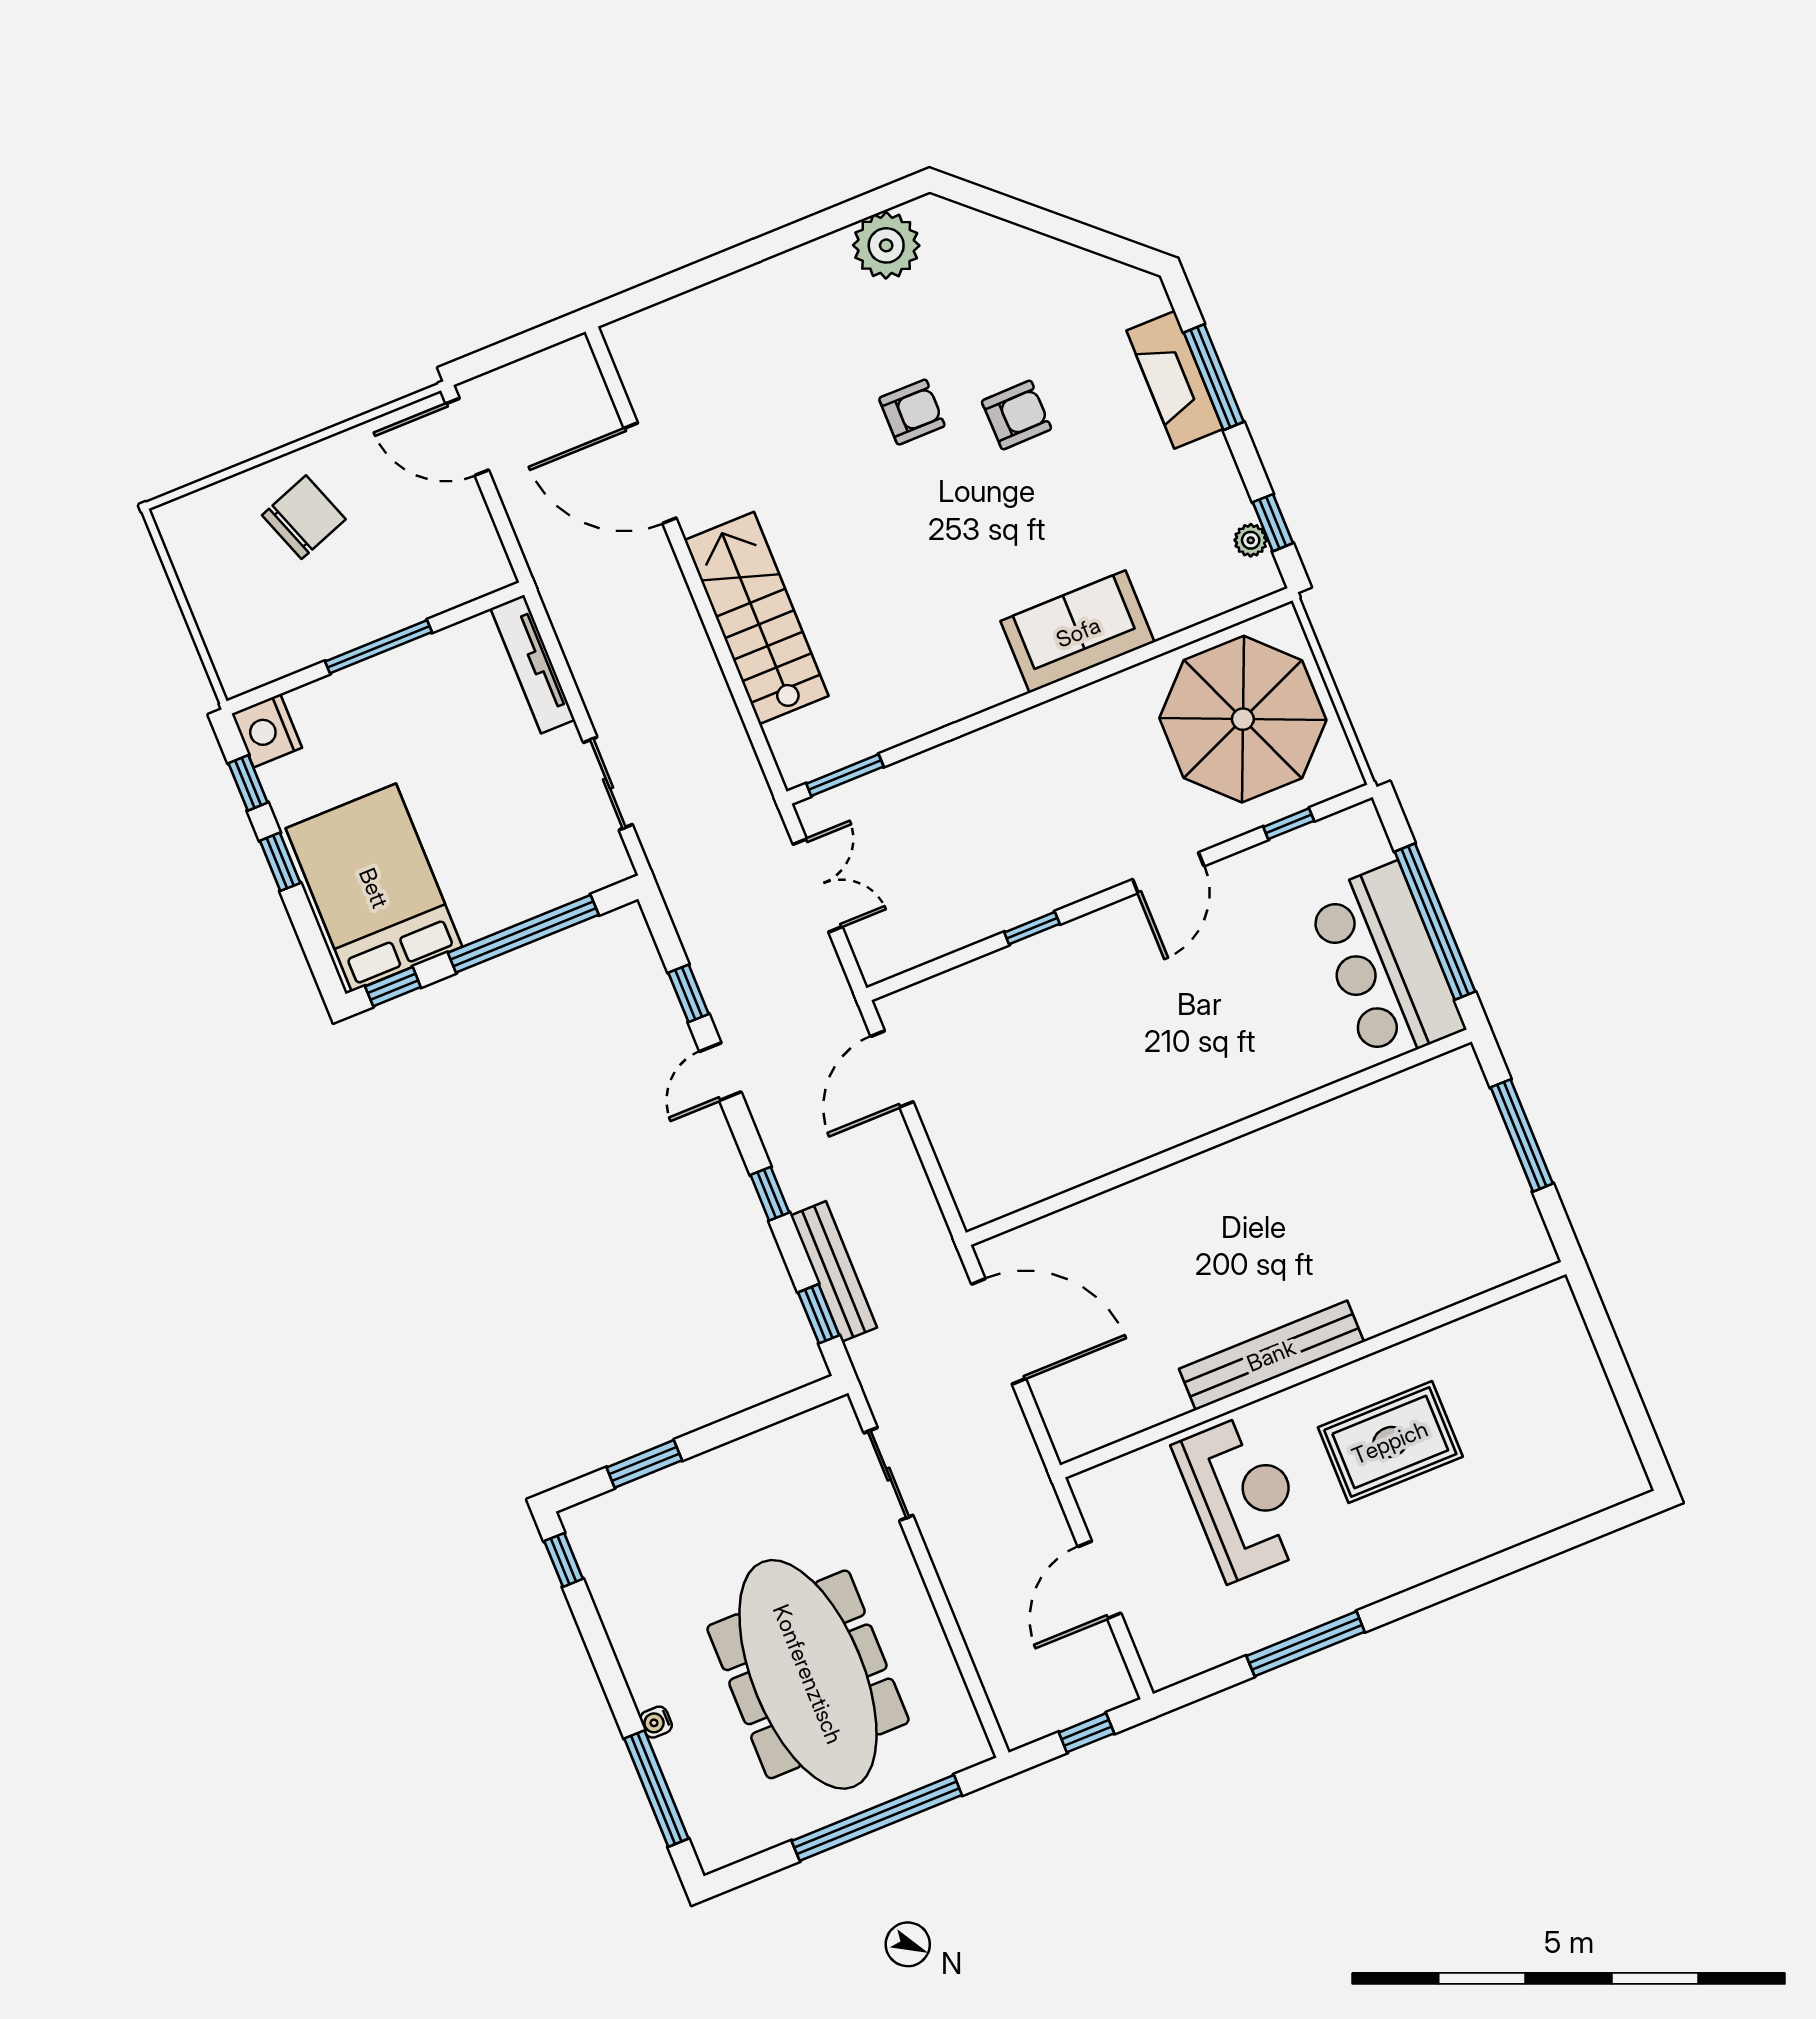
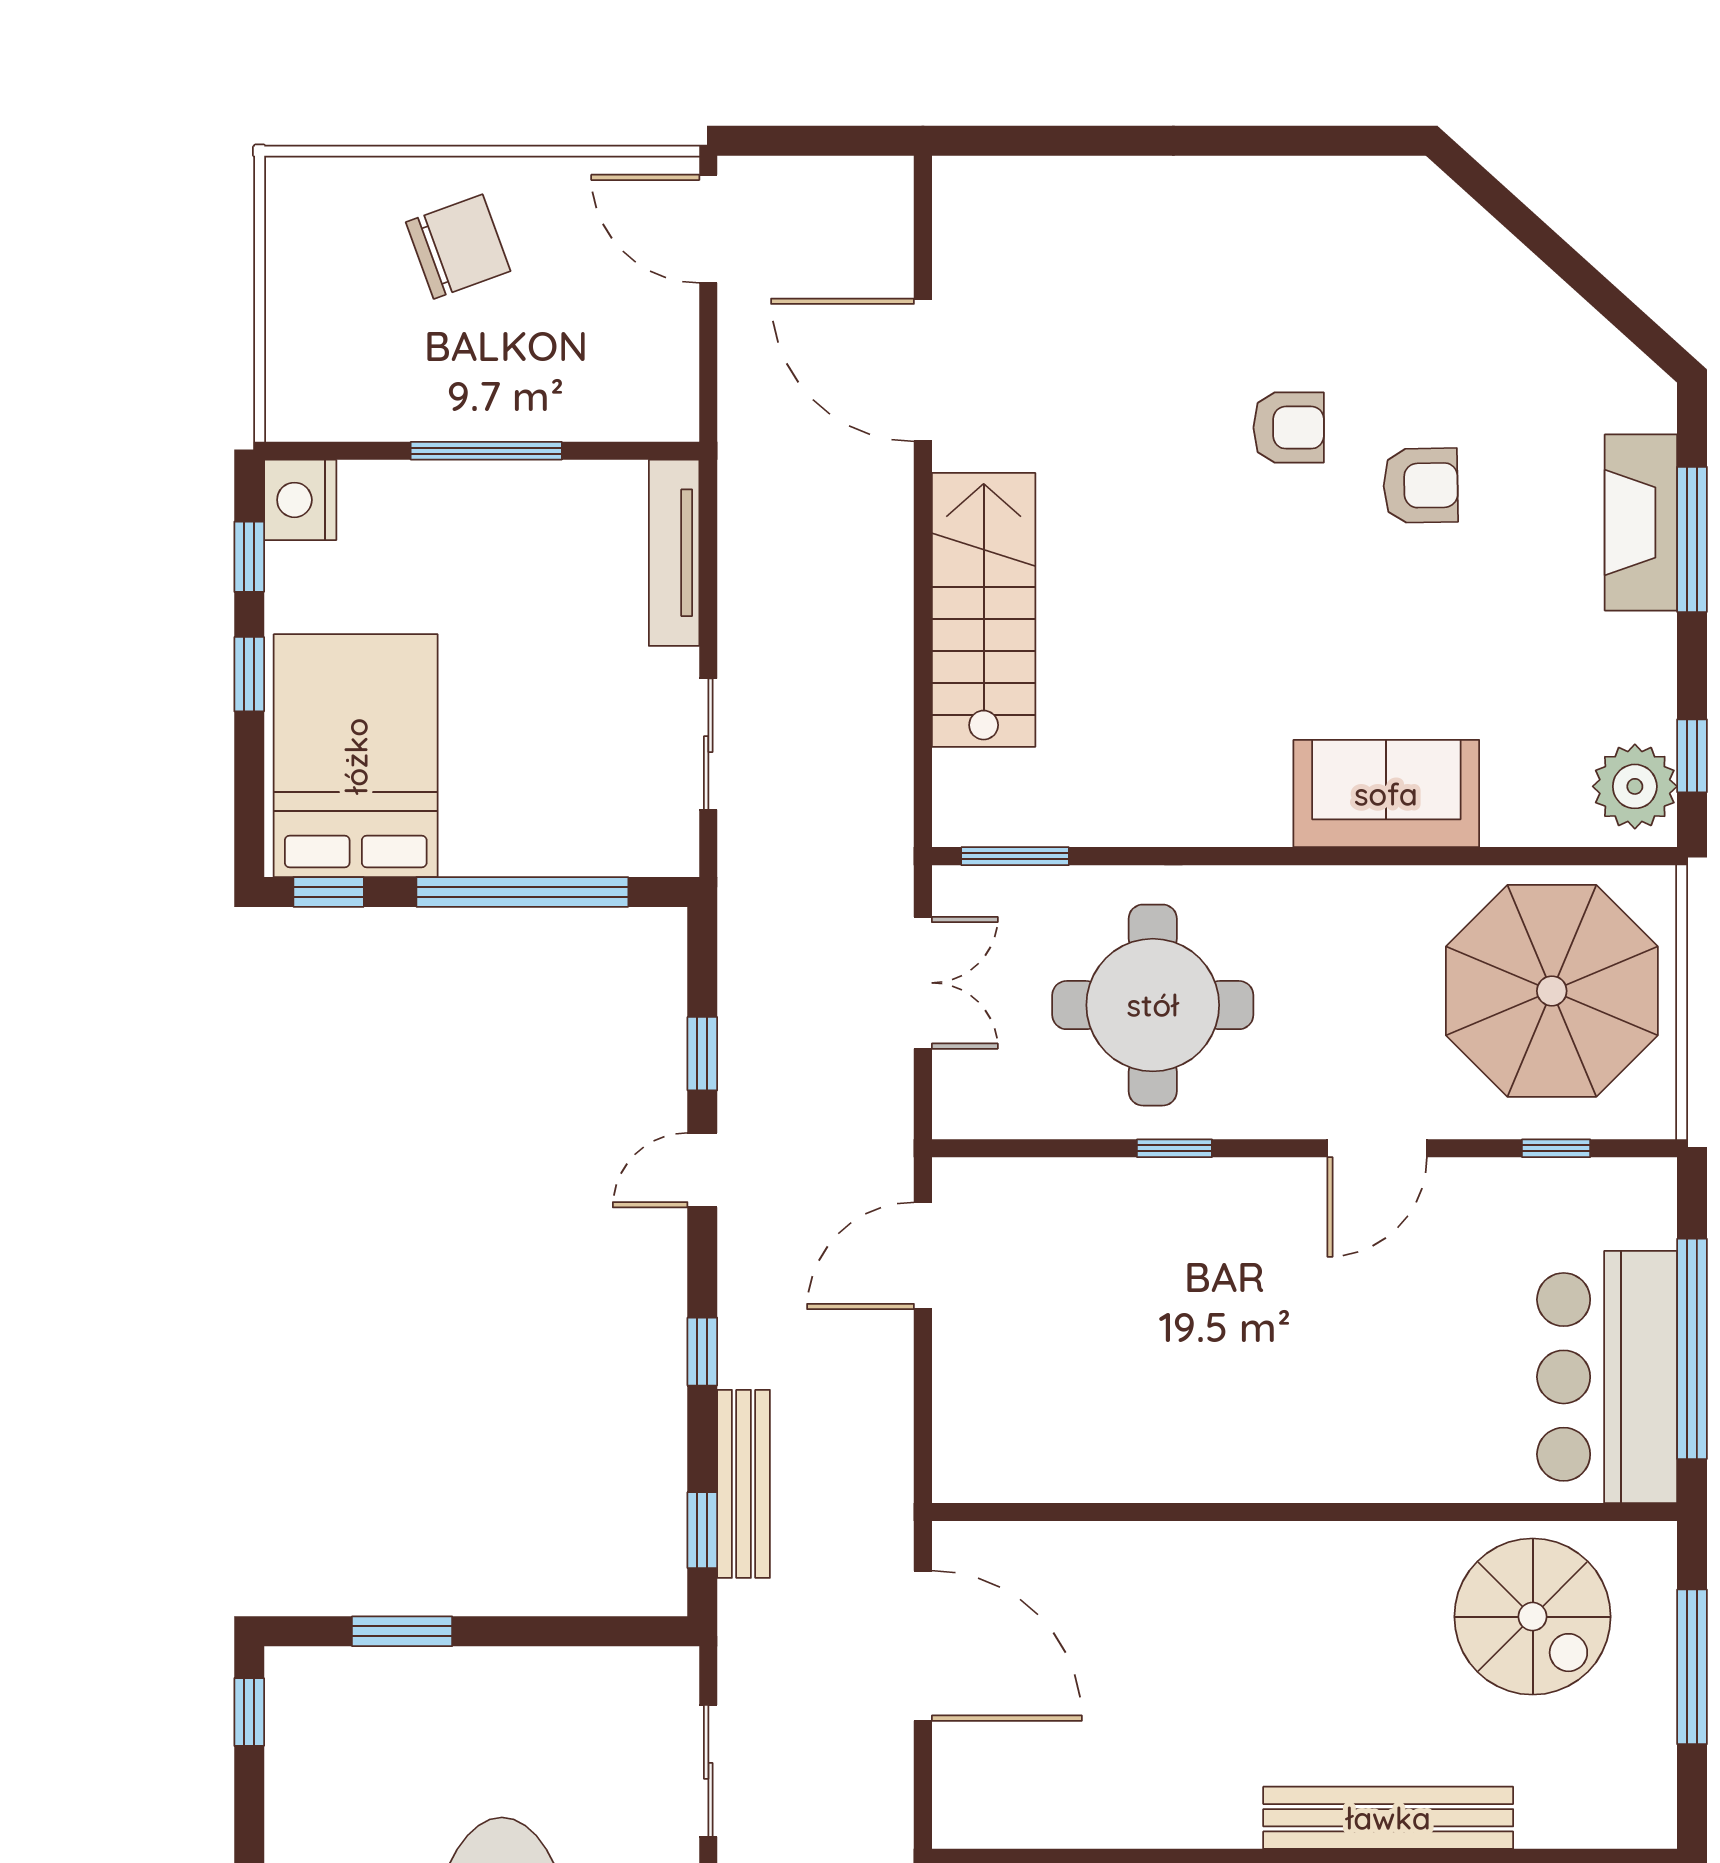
plant: (886, 245) -> (1342, 202), removed
plant: (1251, 540) -> (1635, 786), width x1.88, depth x1.88
round table: (978, 838) -> (1153, 1005), added
spiral stairs: (1401, 1145) -> (1533, 1617), added
bench: (1271, 1355) -> (1388, 1818), moved

